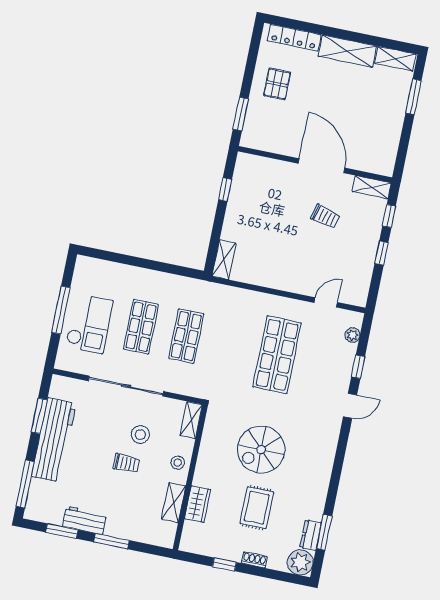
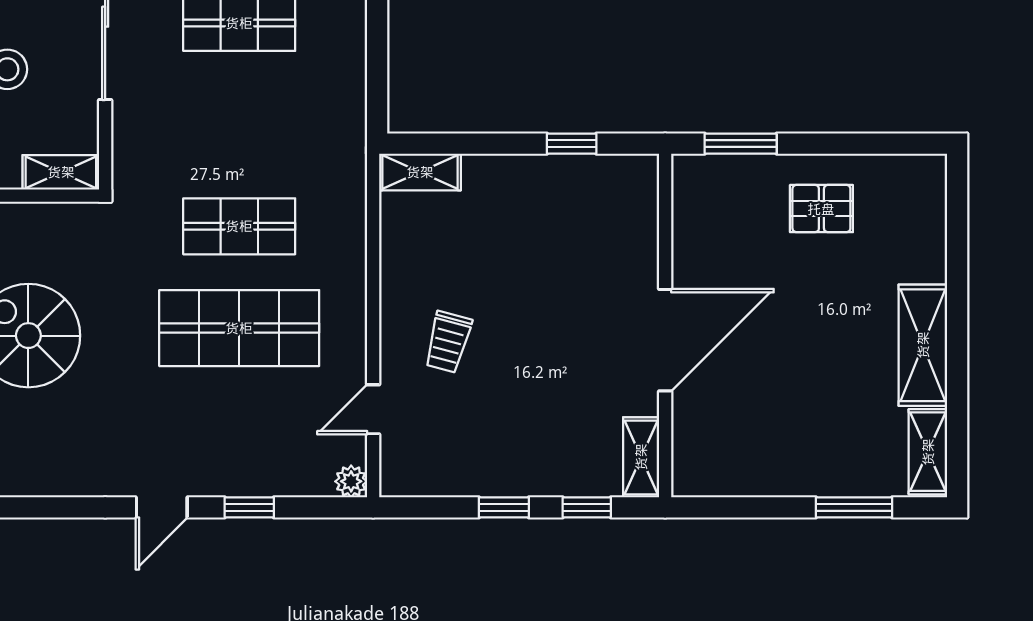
locker: (294, 38) -> (928, 225), removed
trolley: (325, 217) -> (448, 342), moved
door: (326, 302) -> (373, 409), swing flipped
plant: (352, 335) -> (351, 481), moved
shop shelf: (186, 336) -> (239, 226), moved
door: (350, 406) -> (162, 507), hinge flipped

